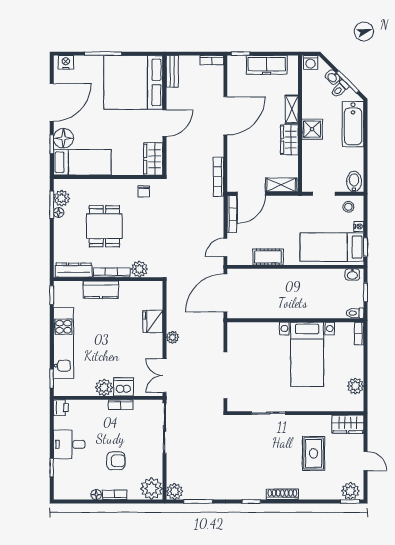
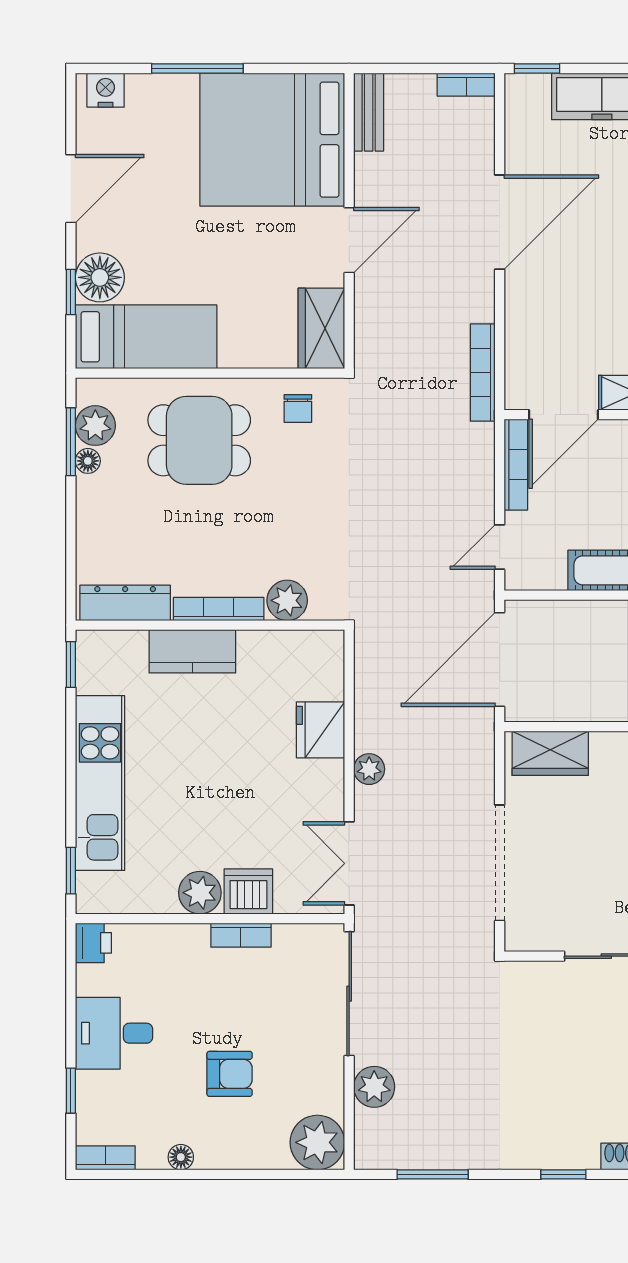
door: (52, 102) -> (71, 189), width x0.73
dining table: (104, 226) -> (199, 440), moved, turned 90
wardrobe: (246, 331) -> (550, 753), added
plant: (175, 491) -> (374, 1087), moved
bookcase: (115, 495) -> (105, 1158), moved

